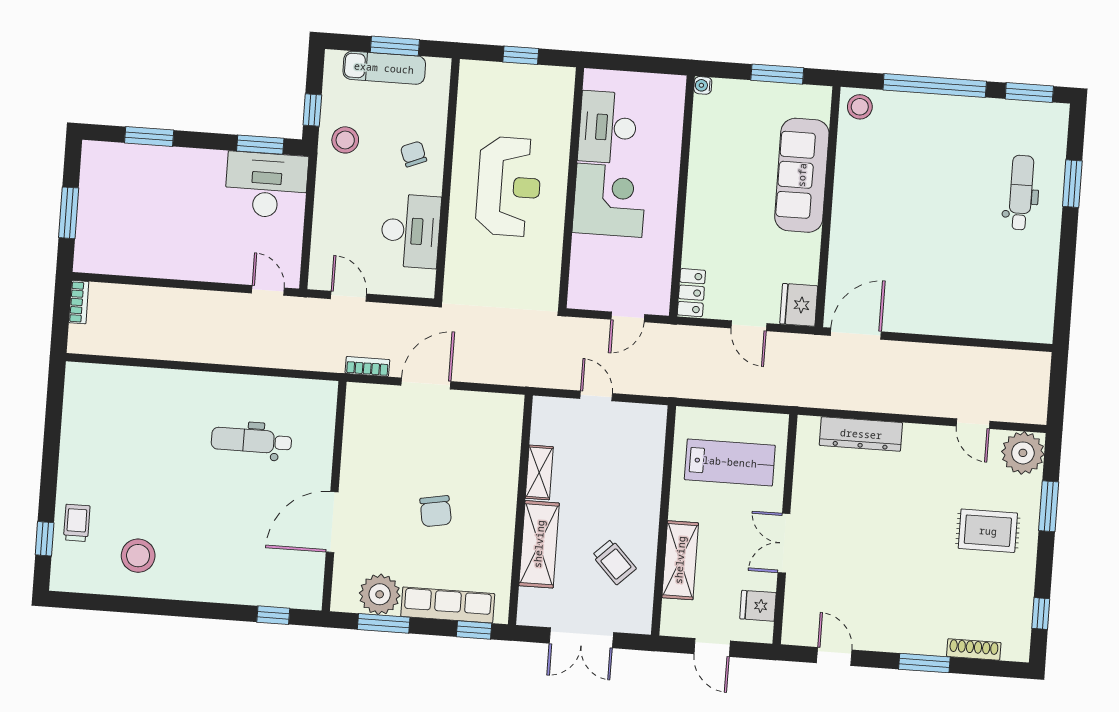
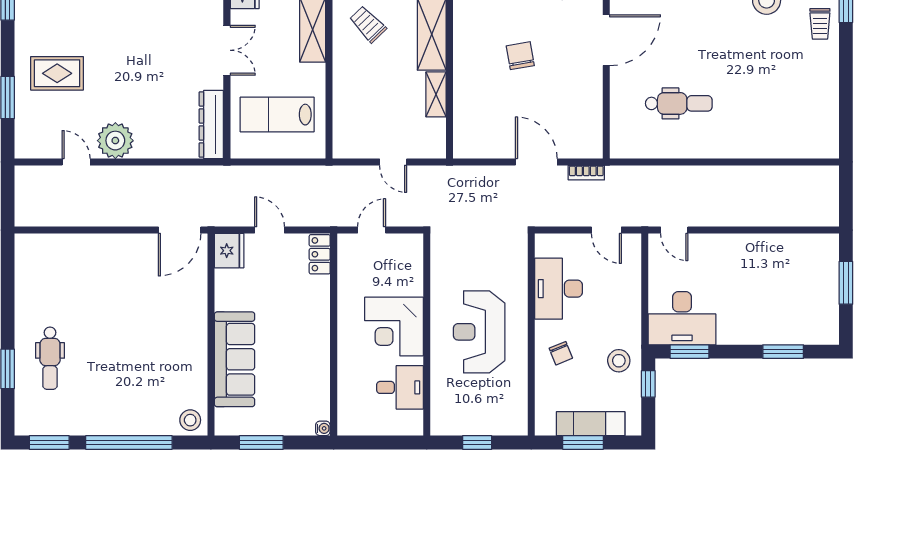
desk: (608, 127) -> (400, 387), width x0.73
bookcase: (79, 302) -> (832, 209), removed
door: (426, 383) -> (536, 162), swing flipped
dresser: (861, 434) -> (211, 124), moved, turned -90
plant: (1023, 453) -> (115, 141), moved

